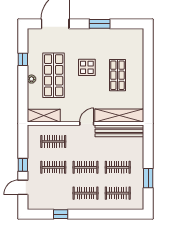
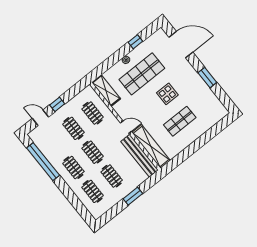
window: (148, 178) -> (133, 196), moved
window: (61, 214) -> (43, 162), width x3.17

